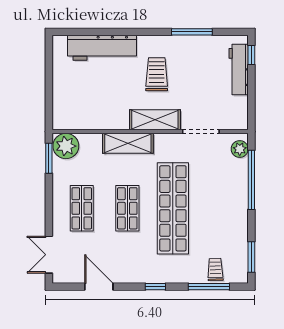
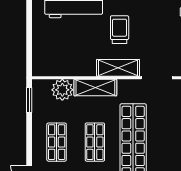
plant: (66, 146) -> (62, 90), moved

